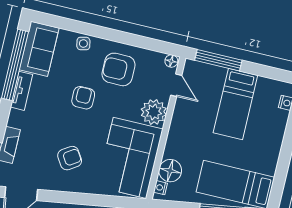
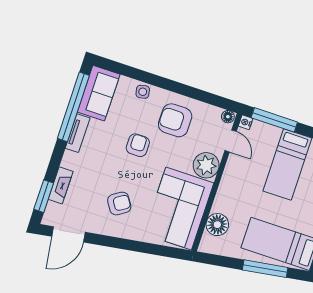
nightstand: (160, 188) -> (246, 122), moved

